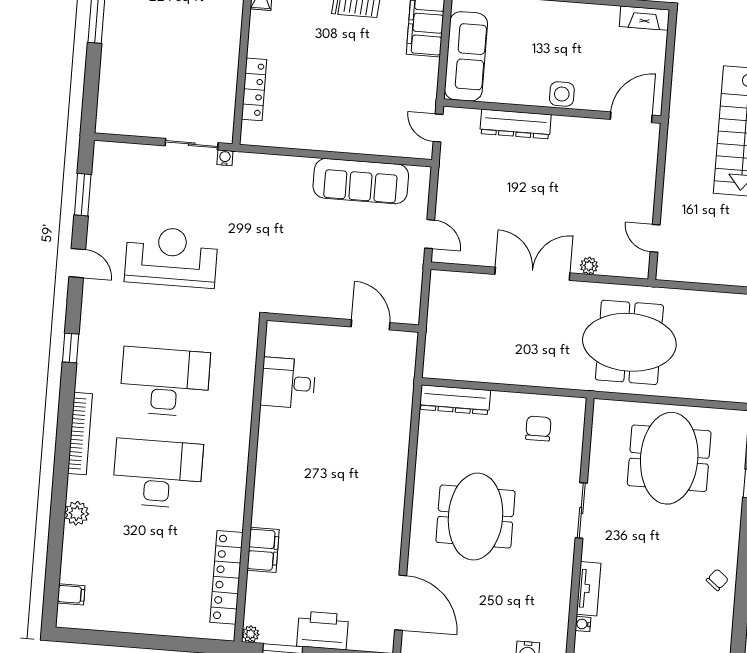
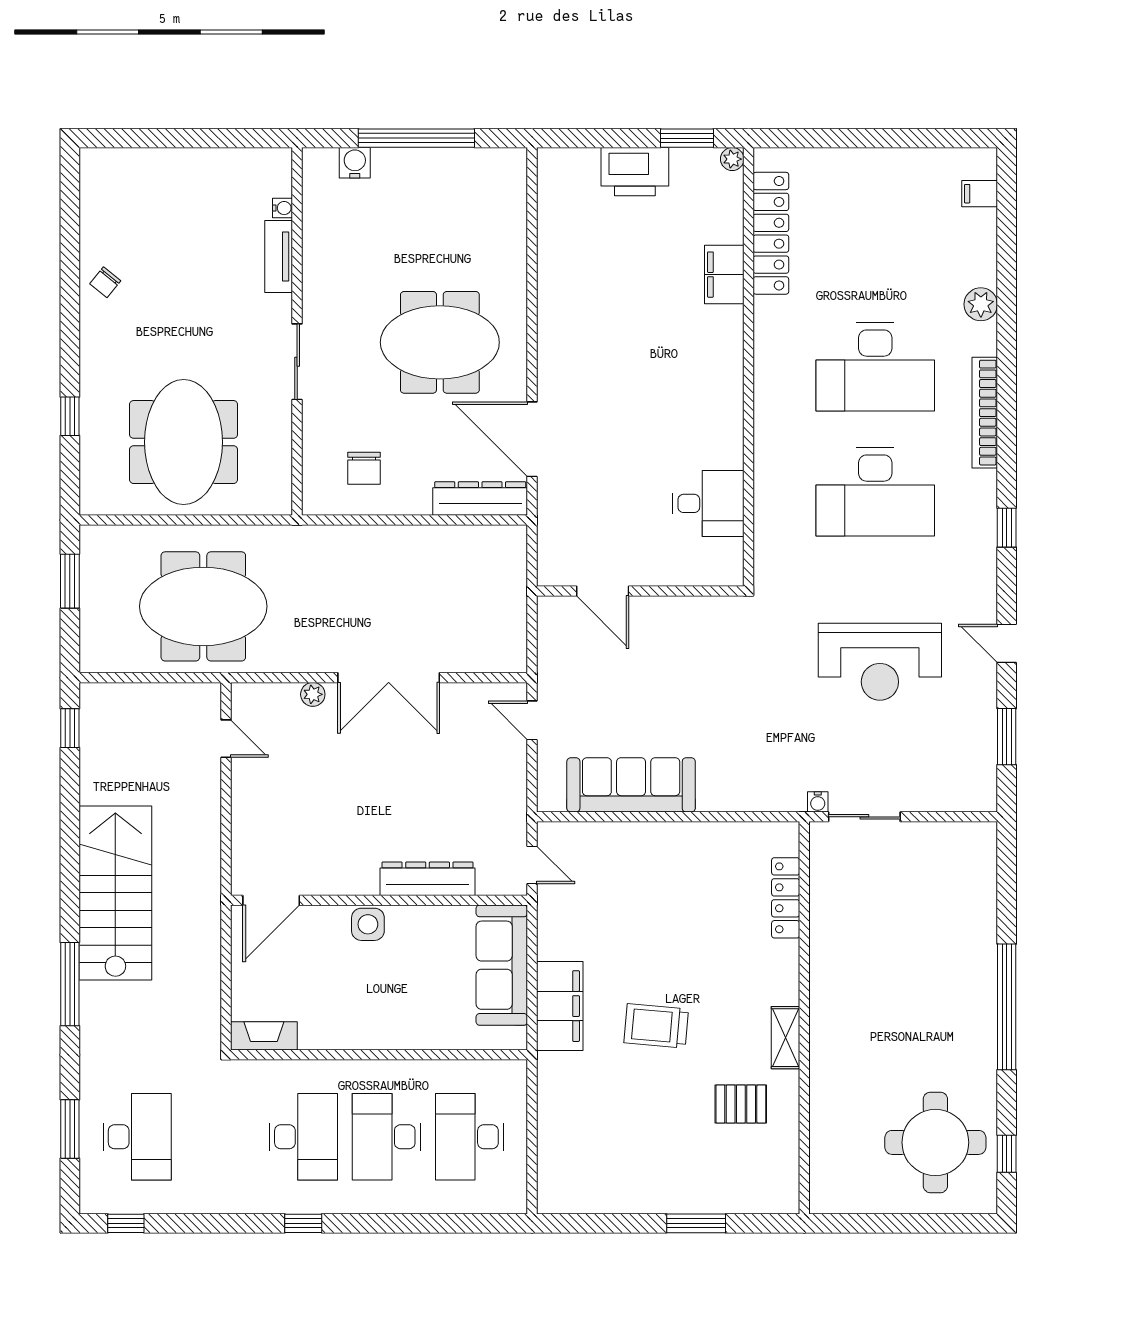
meeting table: (629, 342) -> (203, 606), moved
meeting table: (475, 517) -> (440, 342), turned 90
door: (401, 603) -> (532, 439), moved

